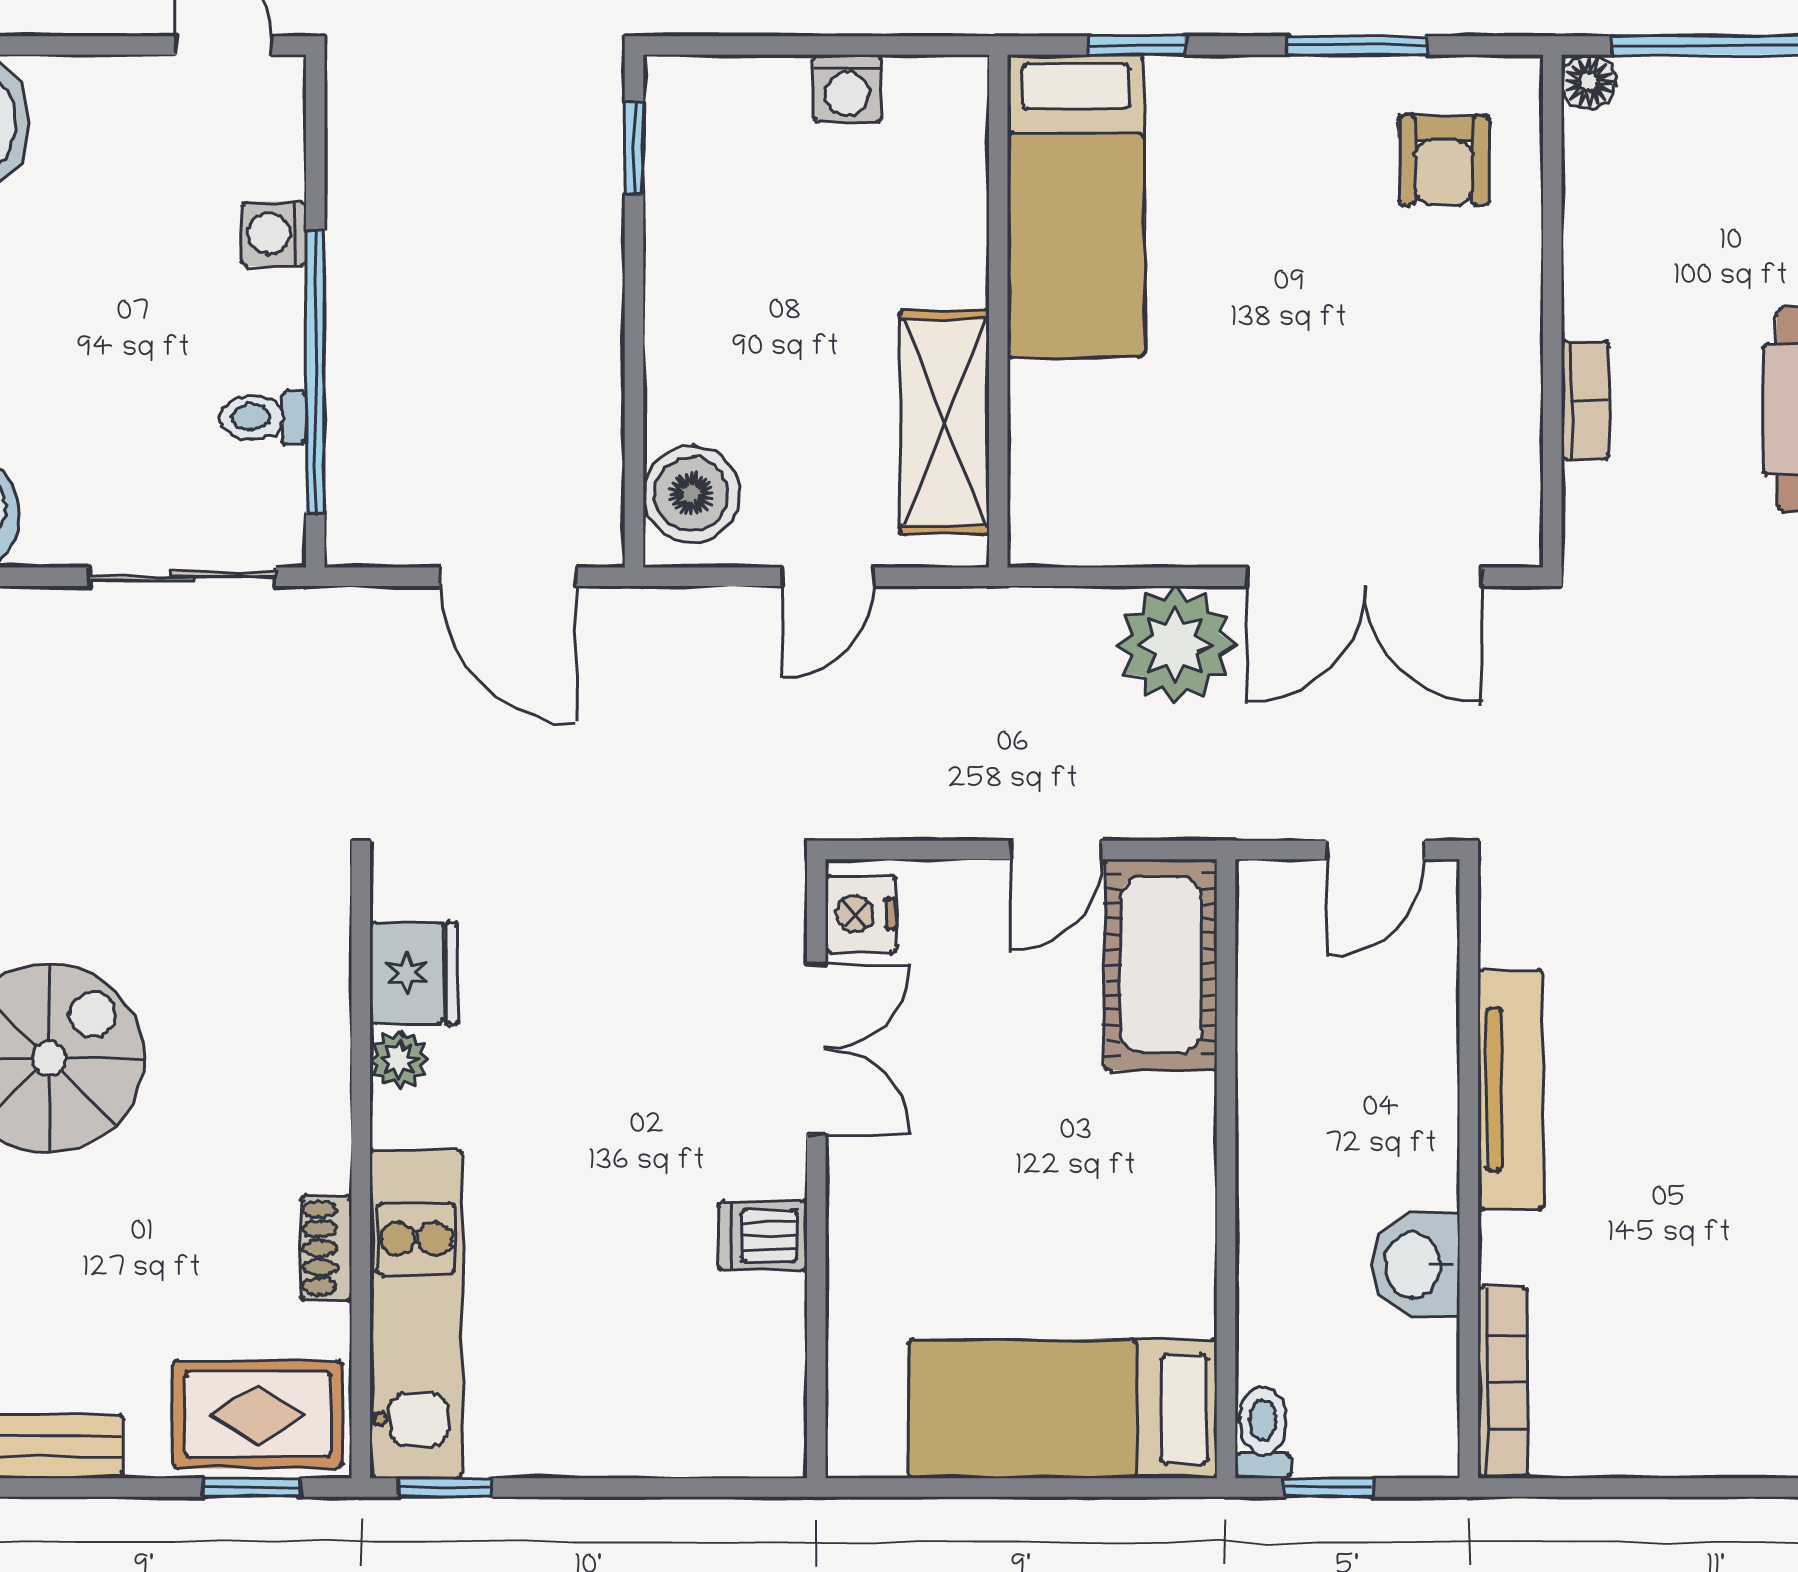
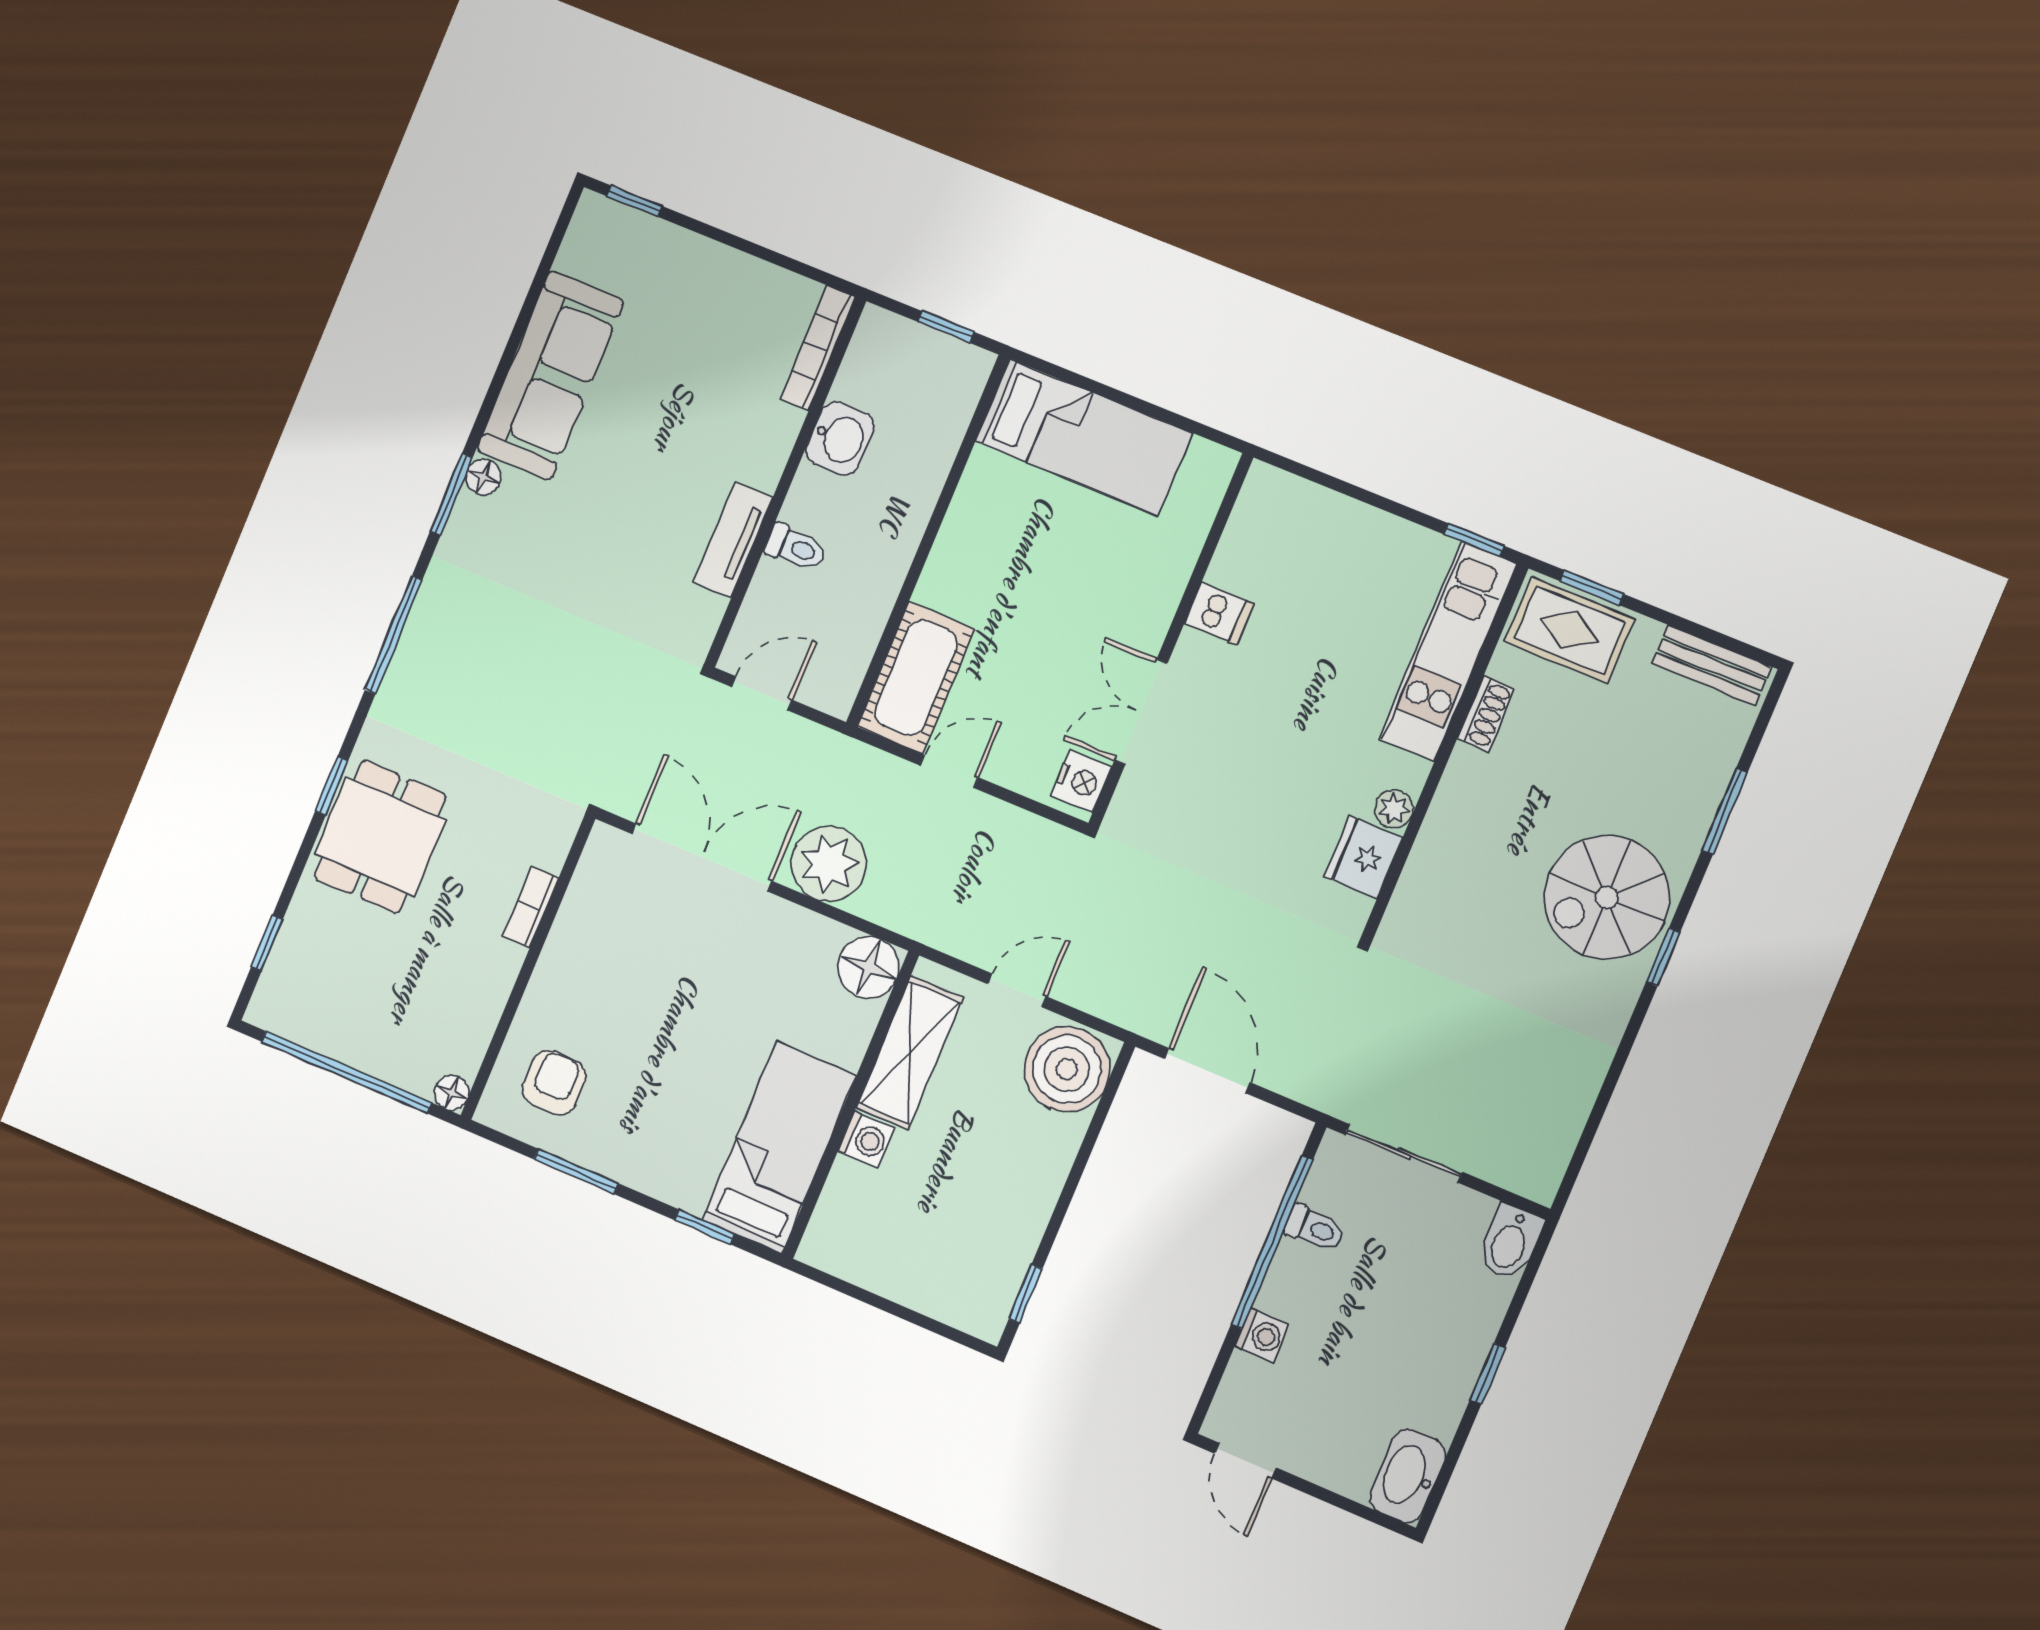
washing machine: (847, 89) -> (866, 1140), moved, turned 90
boiler: (691, 494) -> (1067, 1069), width x1.37, depth x1.37
floor lamp: (1055, 520) -> (868, 967), added
tv unit: (1510, 1090) -> (733, 540), width x0.71
toilet: (1263, 1433) -> (796, 547), moved, turned -90

